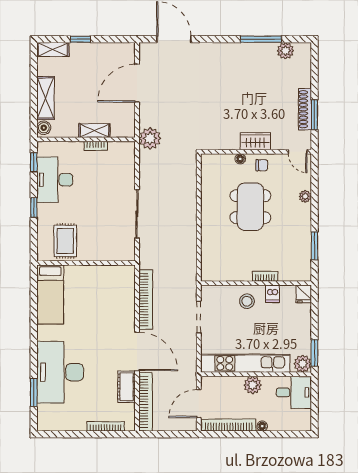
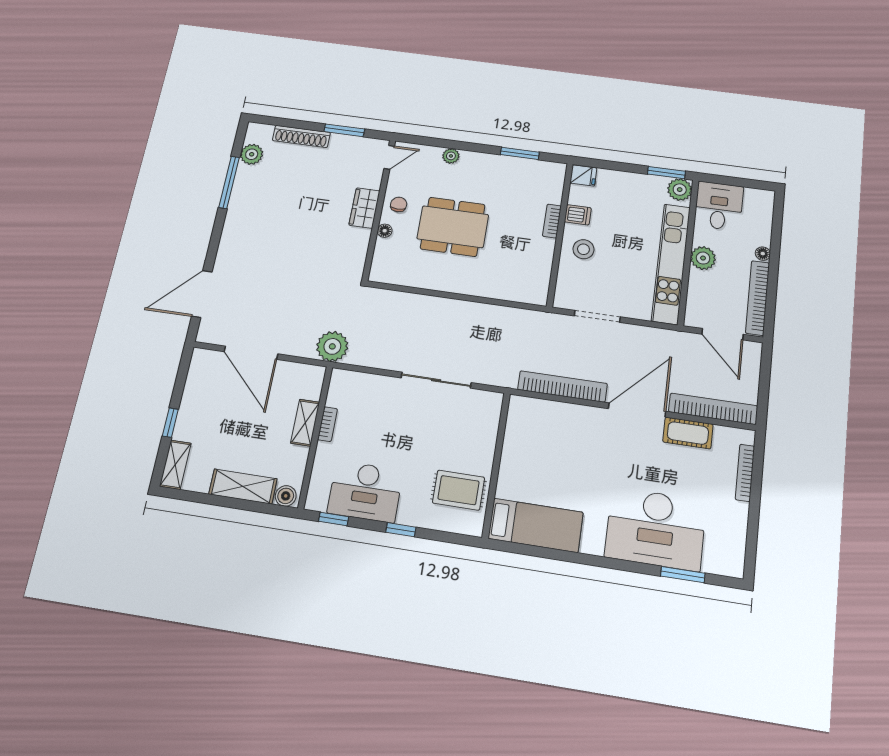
shoe rack: (305, 109) -> (301, 136), moved

